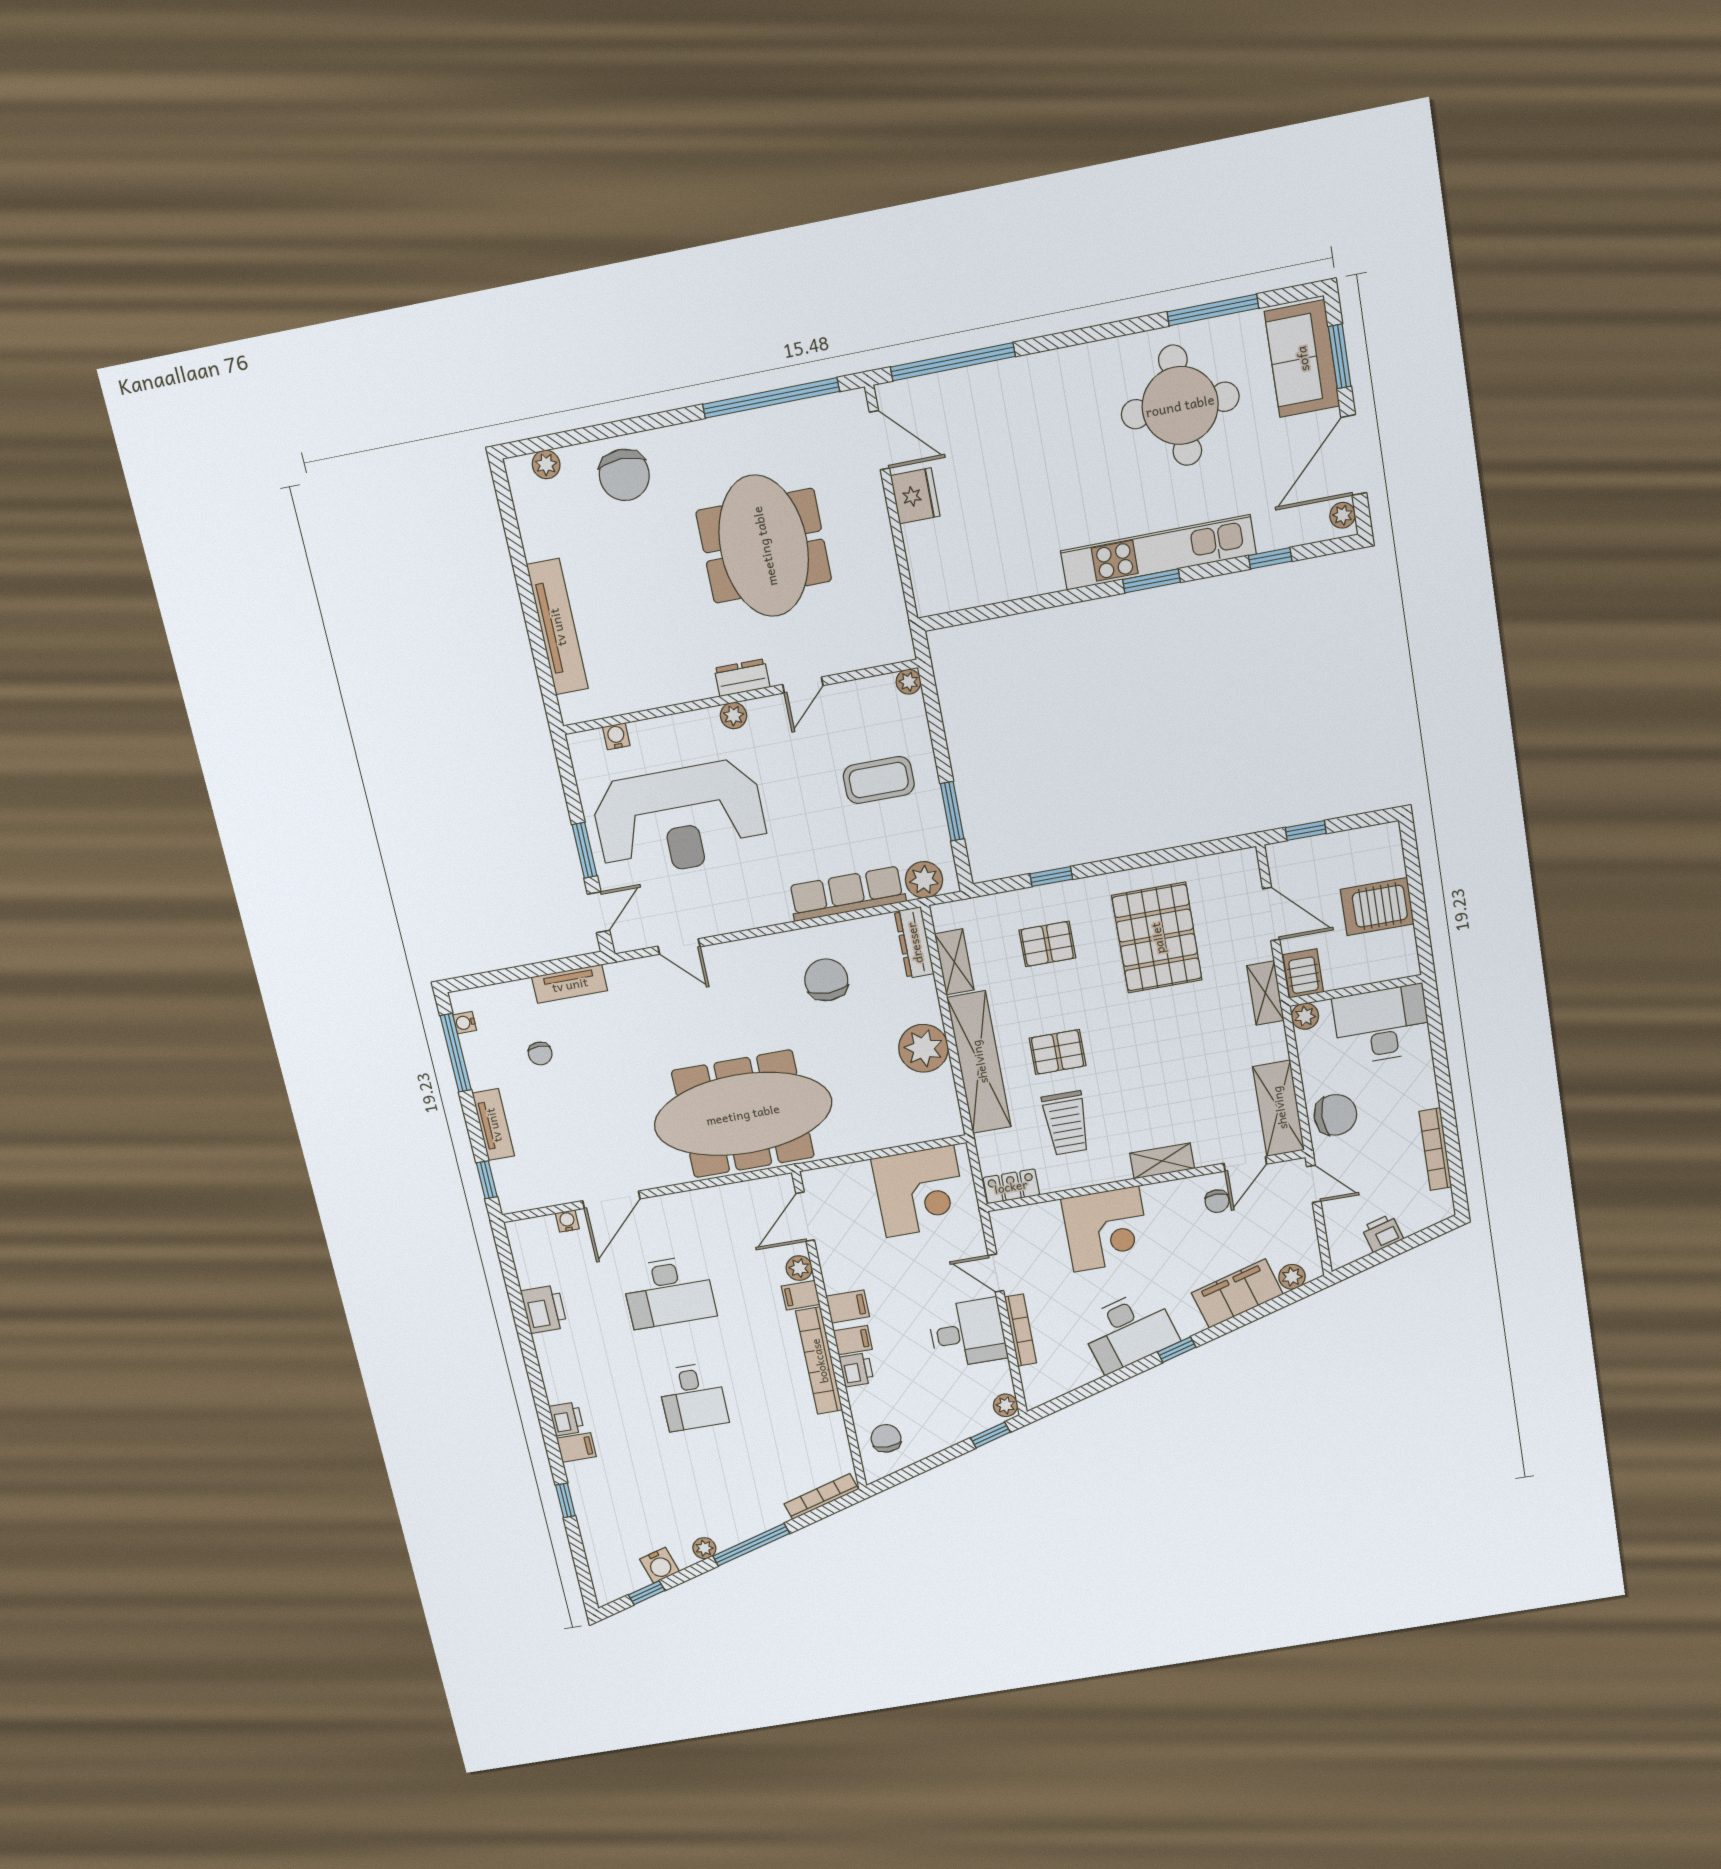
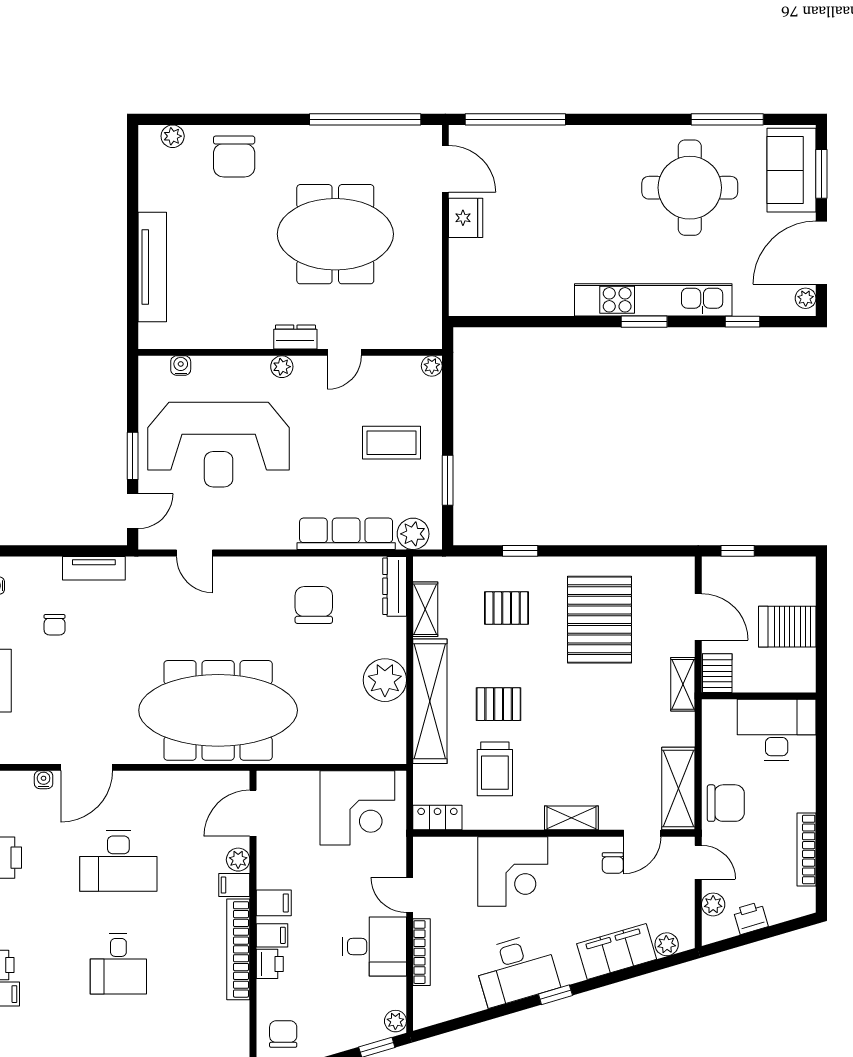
meeting table: (764, 546) -> (335, 234), turned 90
plant: (1305, 1016) -> (713, 904), moved

